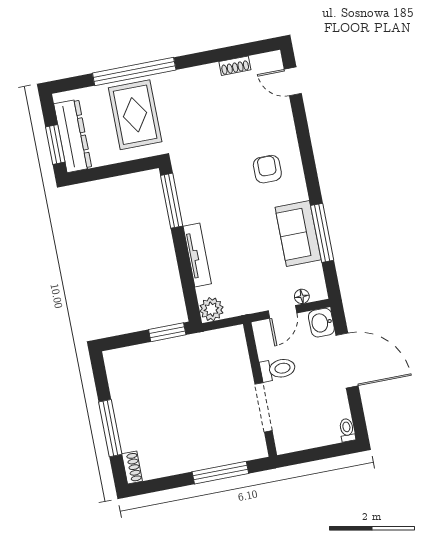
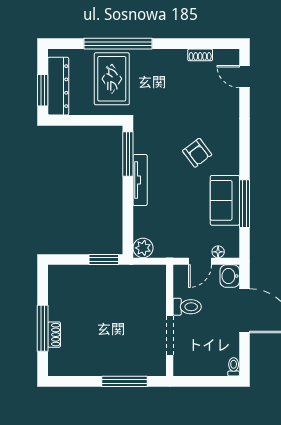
armchair: (267, 169) -> (197, 153), moved, turned 143
tv unit: (197, 255) -> (140, 180), moved
shoe rack: (132, 467) -> (54, 335), moved

